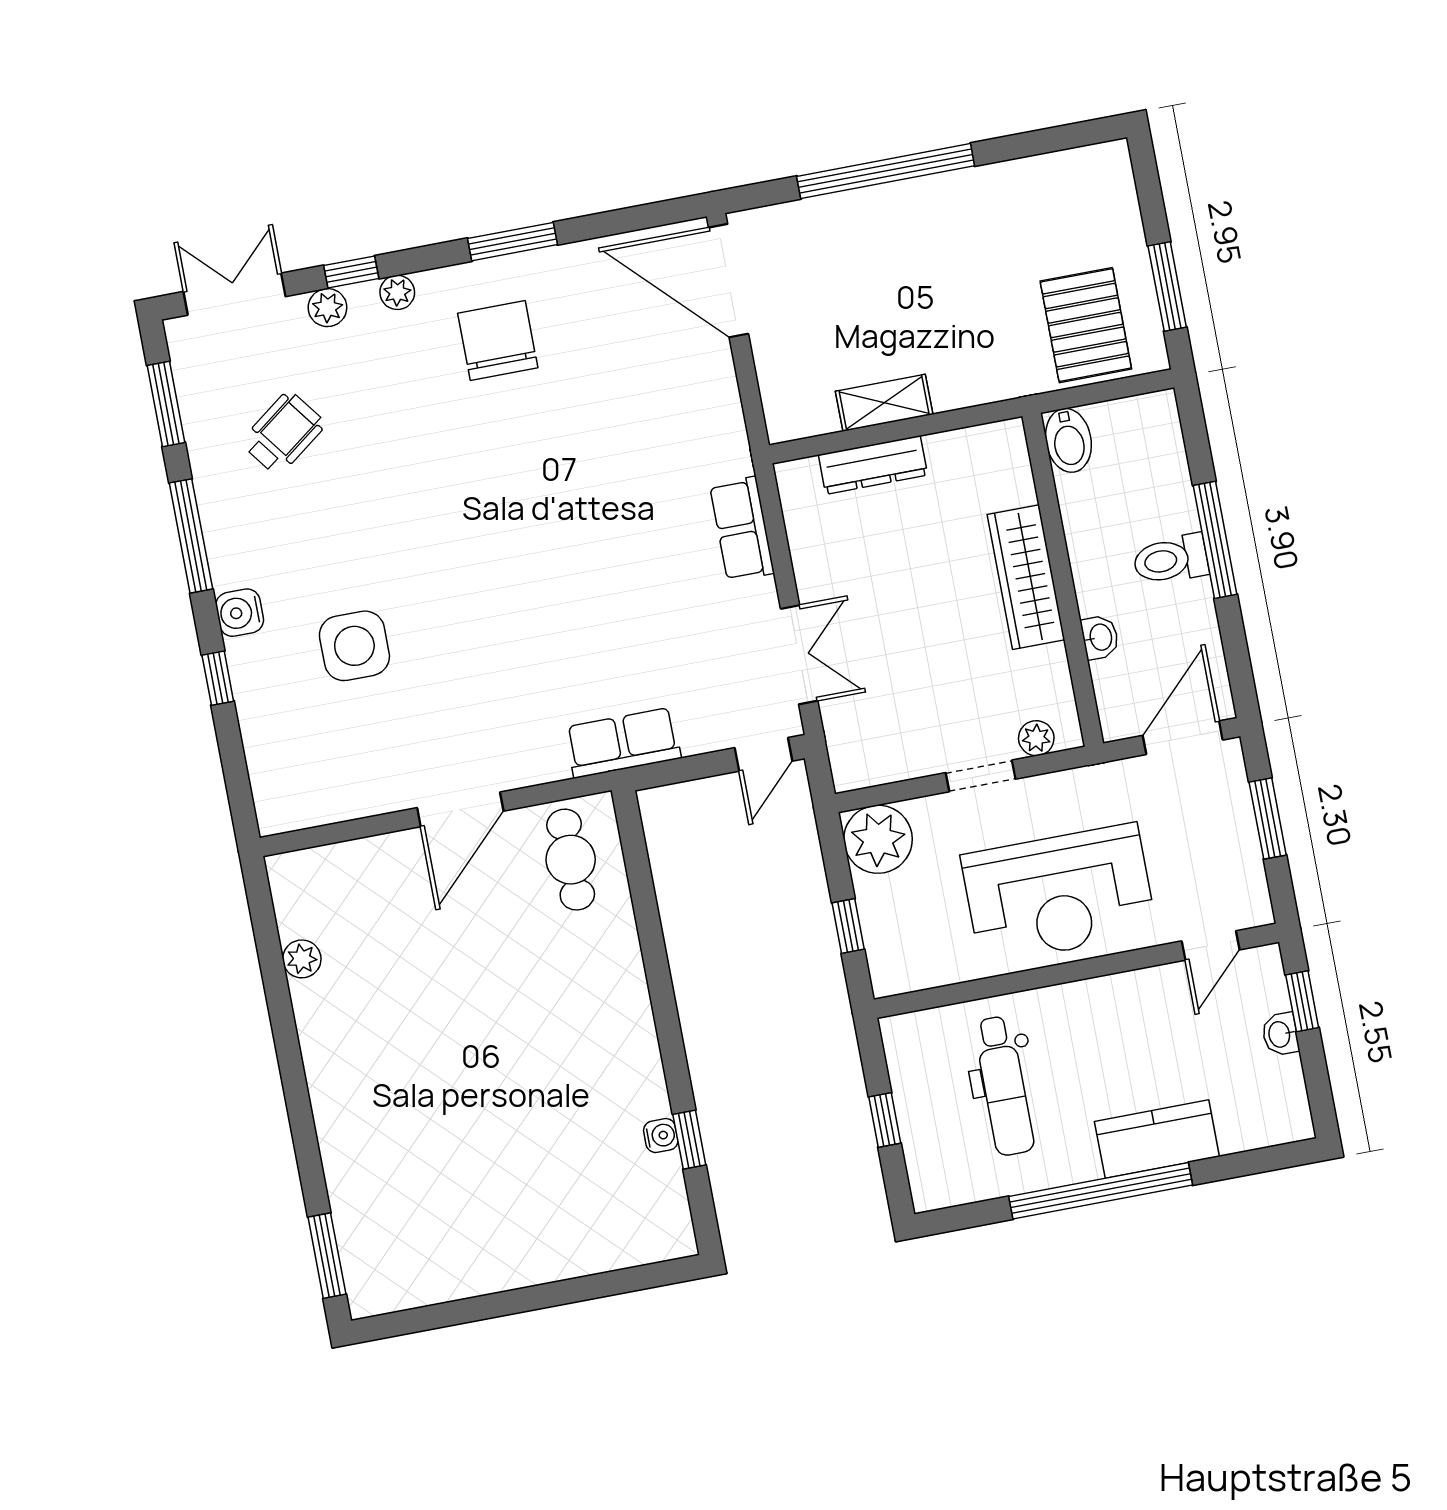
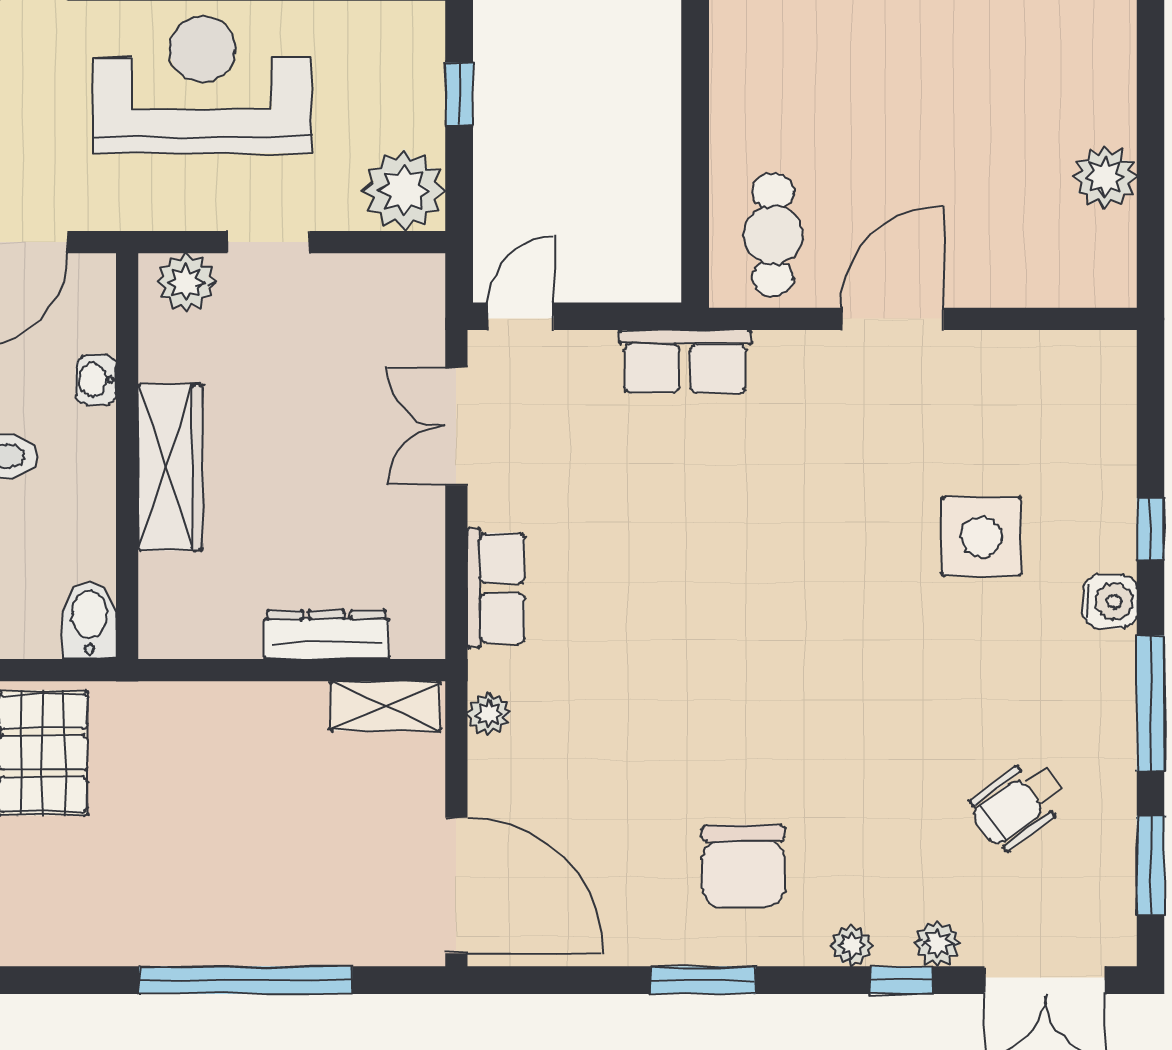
shelving: (884, 403) -> (385, 706), moved
plant: (728, 425) -> (489, 714), added
plant: (1036, 738) -> (186, 282), width x1.38, depth x1.38
plant: (302, 959) -> (1105, 177), width x1.38, depth x1.38

